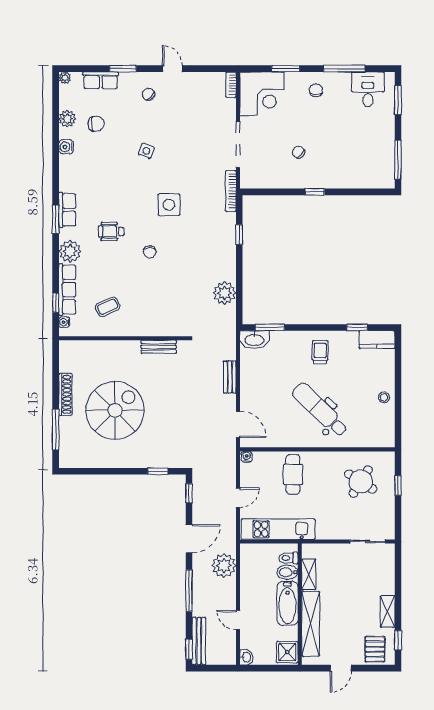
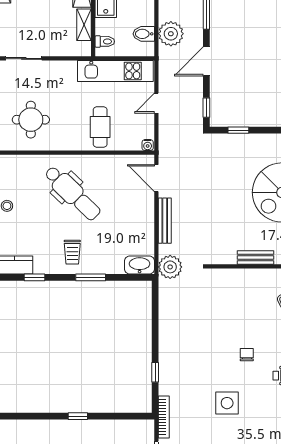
plant: (225, 293) -> (170, 267), moved
window: (270, 327) -> (91, 277), moved
bench: (159, 347) -> (256, 257), moved
bench: (230, 377) -> (165, 221), width x1.36
round table: (361, 482) -> (31, 120), turned -32
bidet: (287, 572) -> (144, 34), moved, turned 180

